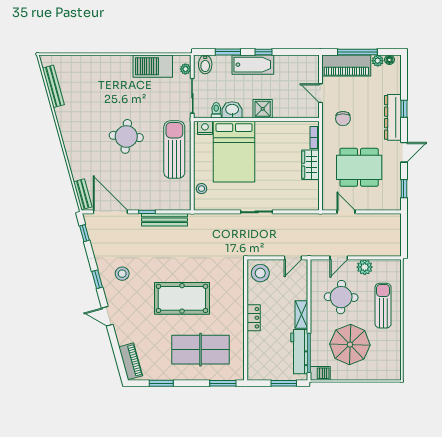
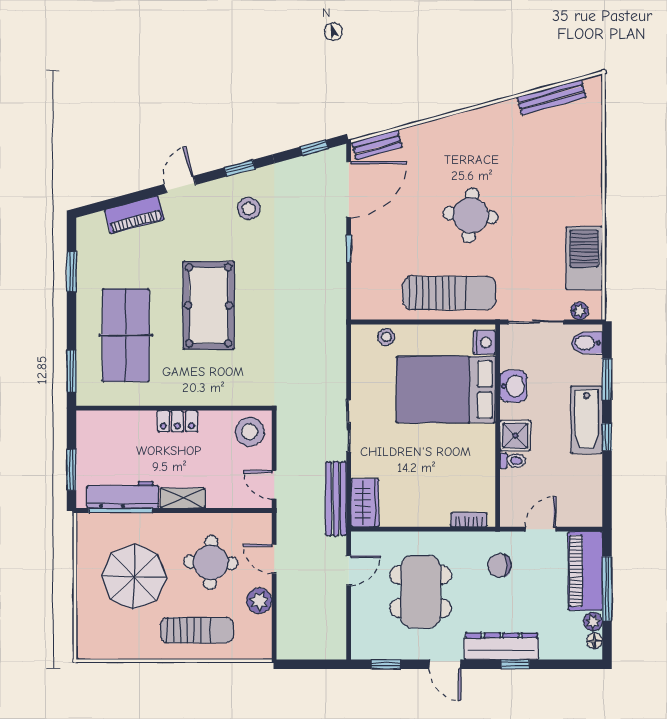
toilet: (216, 110) -> (513, 461), moved
wardrobe: (310, 165) -> (365, 503), moved, turned 90
bench: (164, 220) -> (336, 499), moved
piano: (131, 361) -> (134, 215), moved
barbecue: (320, 373) -> (88, 529), removed

